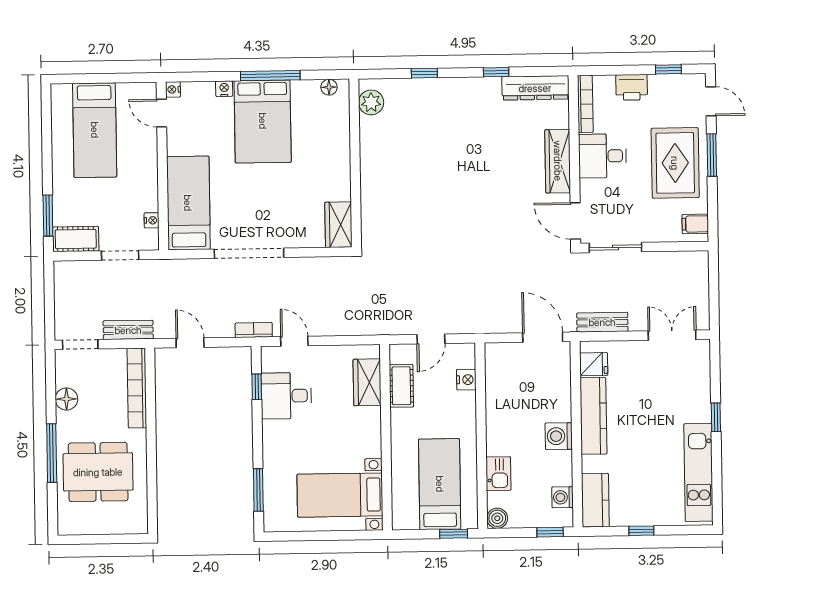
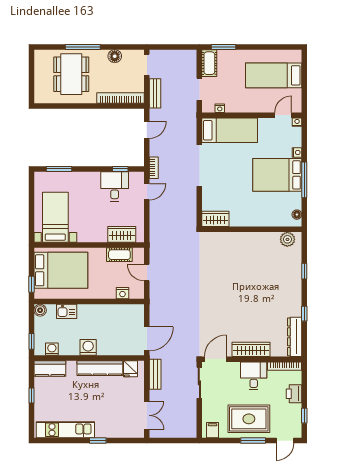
bed: (440, 484) -> (61, 270), width x1.50

